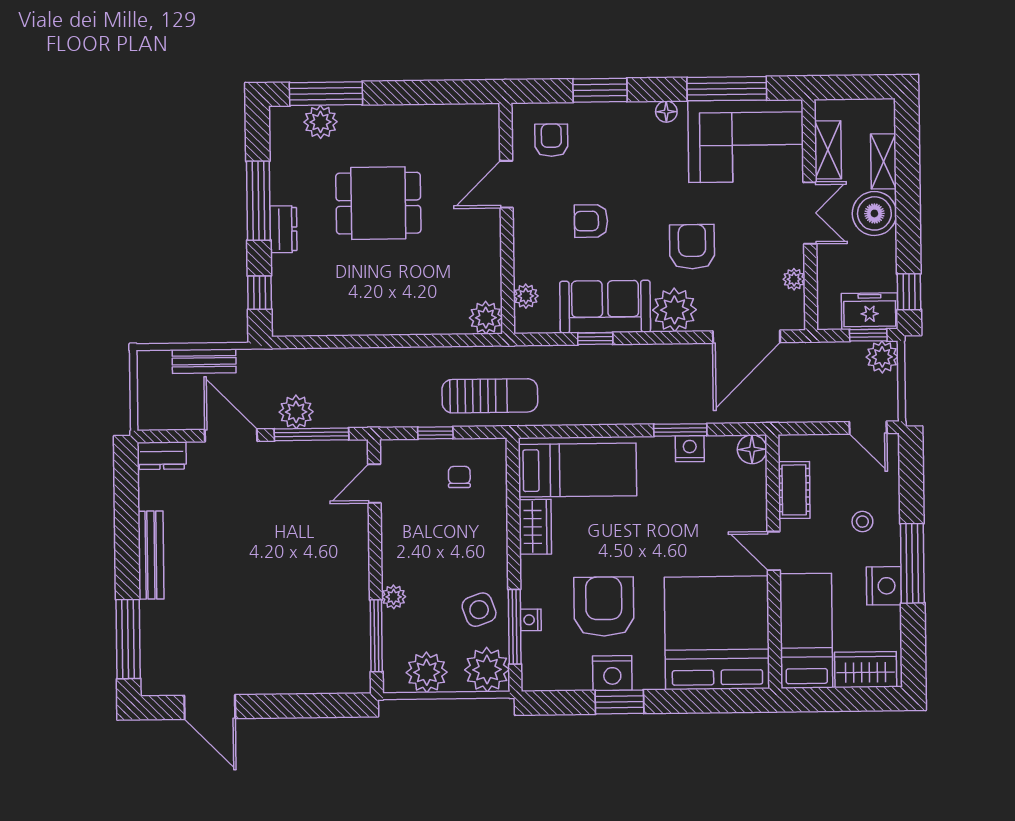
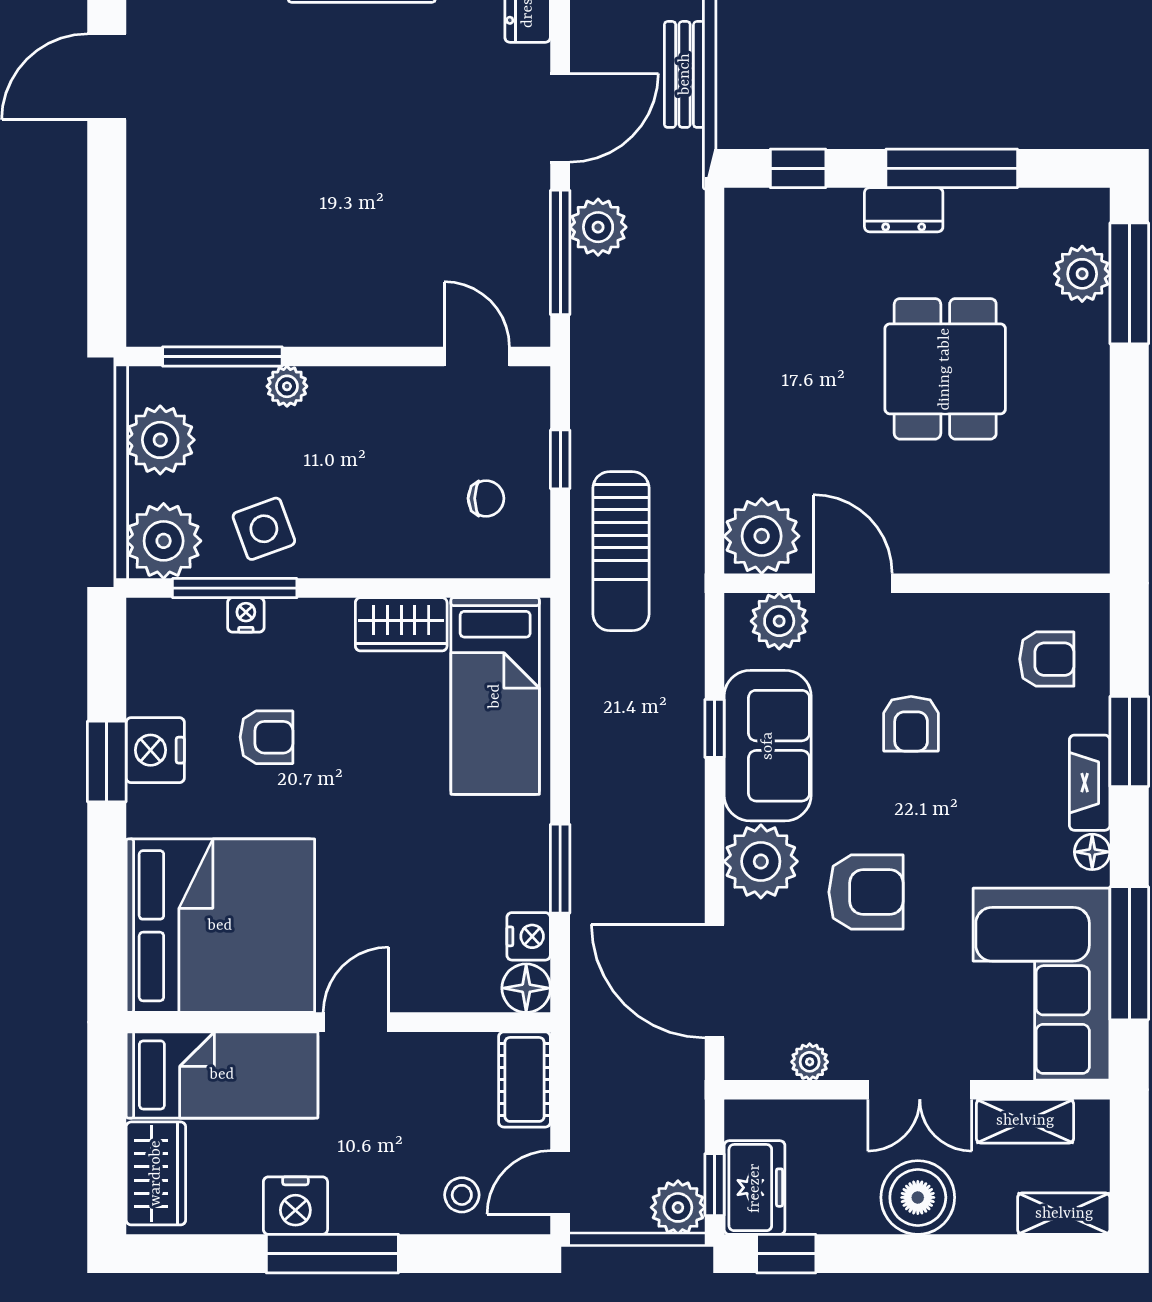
fireplace: (625, 114) -> (1090, 783), added
shelving: (883, 161) -> (1064, 1214), moved
door: (506, 184) -> (853, 583), moved
armchair: (591, 221) -> (911, 724), turned 180
plant: (526, 296) -> (779, 621), width x1.38, depth x1.38
plant: (486, 318) -> (762, 536), width x1.36, depth x1.36
nightstand: (690, 449) -> (529, 936), moved
cot: (794, 490) -> (525, 1079), moved, turned 90
stool: (862, 522) -> (462, 1195), moved
armchair: (604, 607) -> (266, 737), width x0.53, depth x0.53

